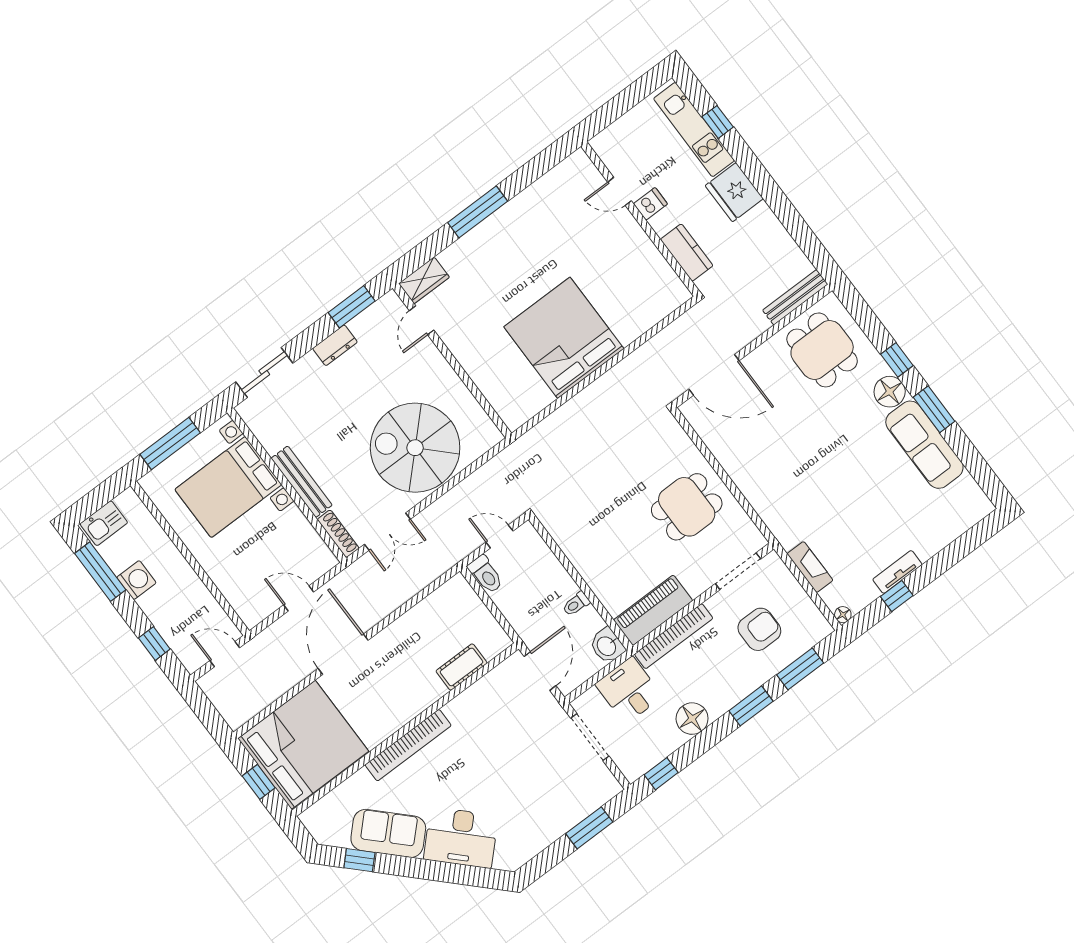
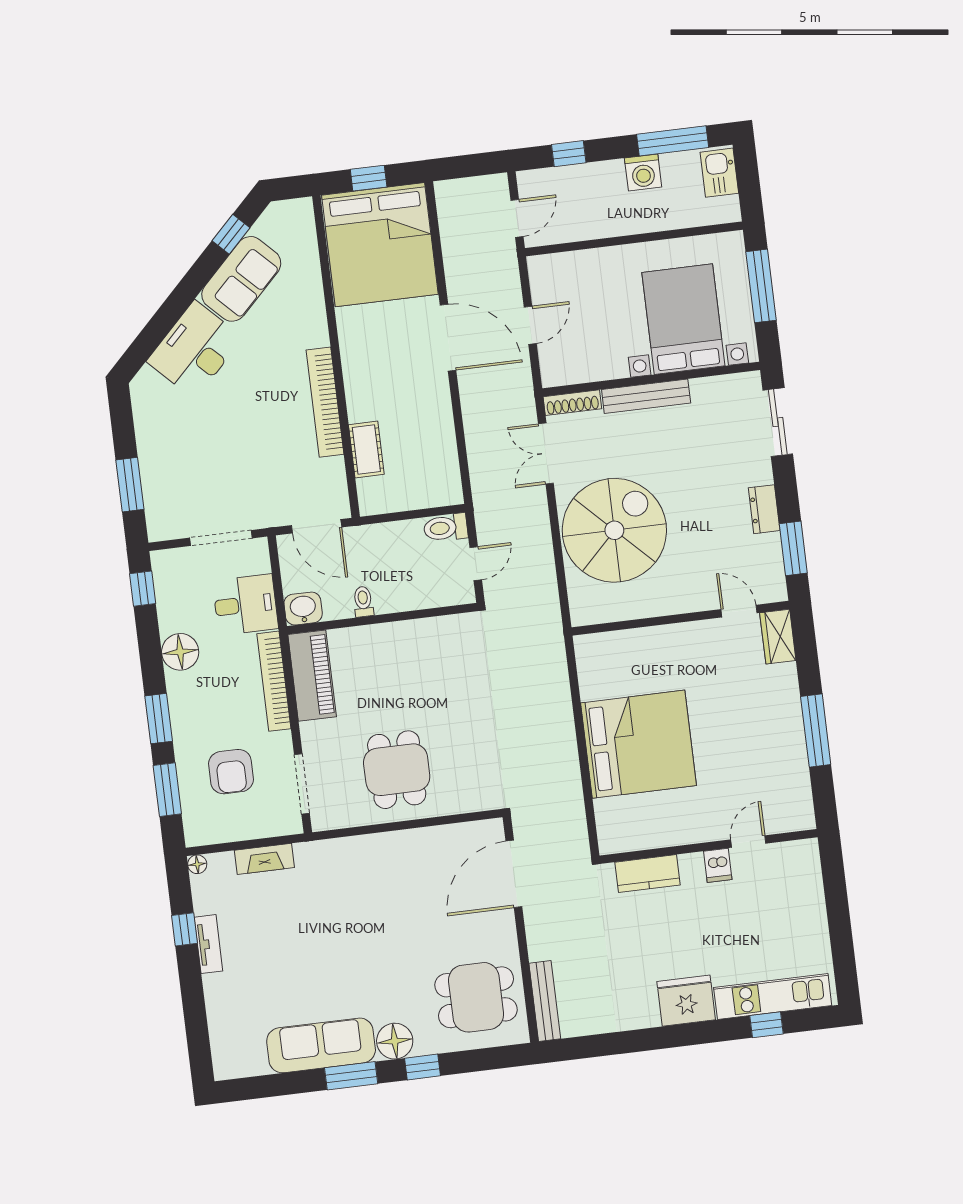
door: (620, 191) -> (748, 841), moved
dishwasher: (650, 204) -> (718, 865), moved
wall: (640, 219) -> (709, 846), moved
kitchen counter: (687, 253) -> (648, 874), moved
bookcase: (408, 745) -> (325, 402), moved

